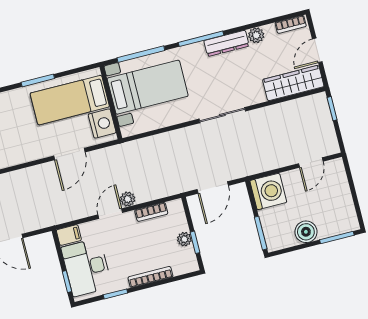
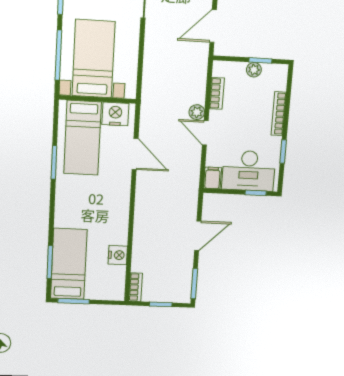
door: (213, 187) -> (213, 26), swing flipped

